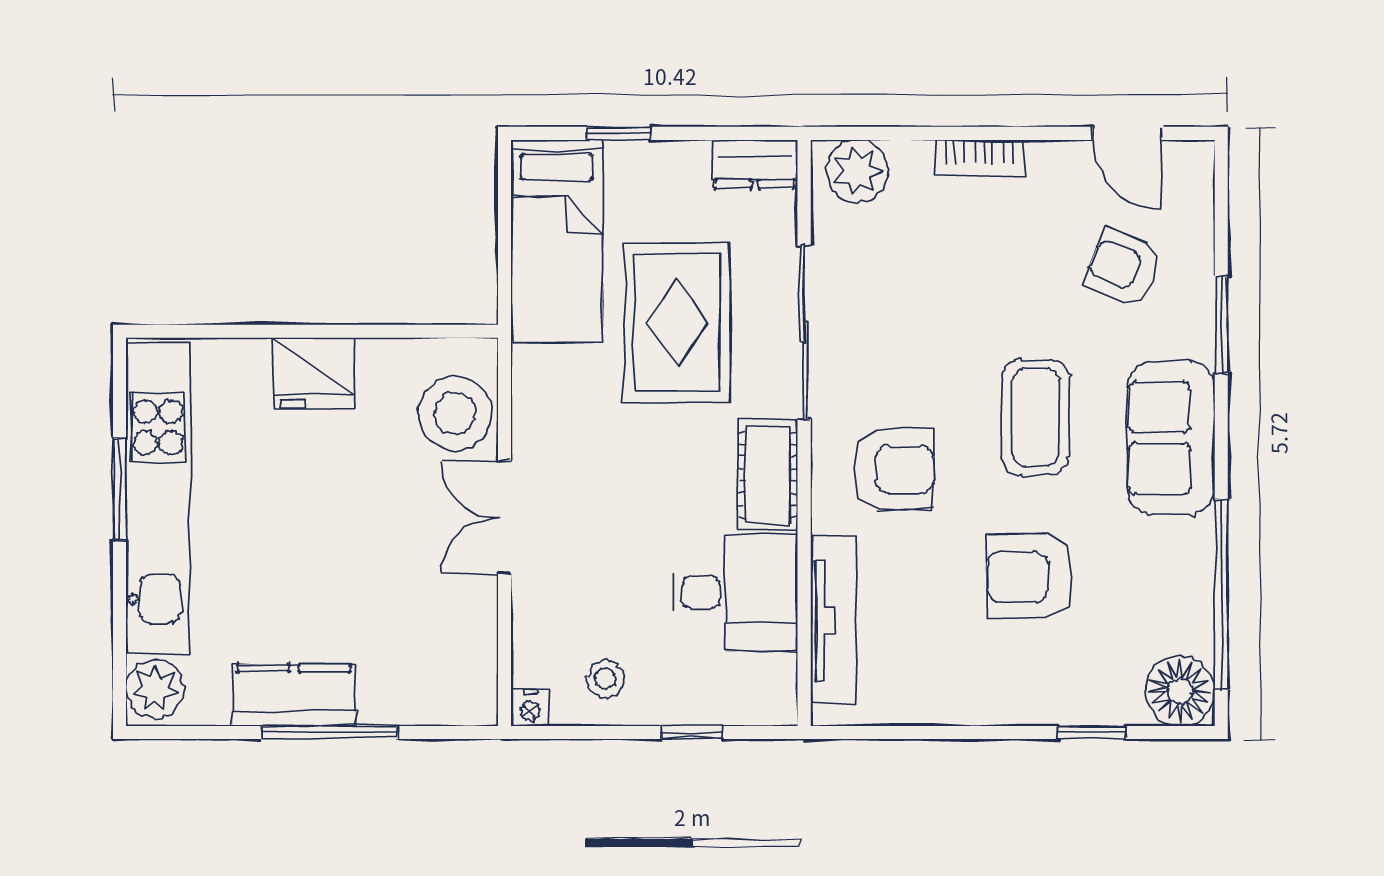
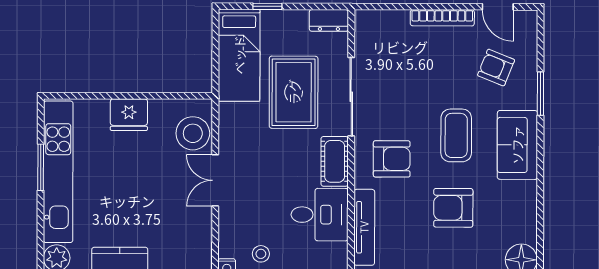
bookcase: (979, 158) -> (442, 18), width x1.56
plant: (857, 171) -> (375, 24), removed
window: (1221, 594) -> (540, 216), removed

